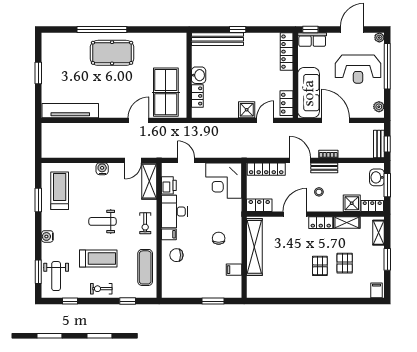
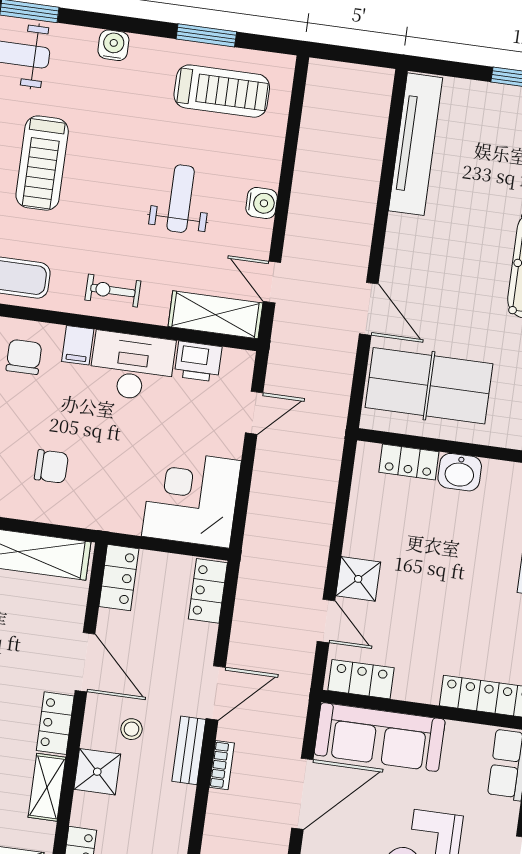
locker: (266, 169) -> (208, 591), width x0.66
shower: (352, 203) -> (97, 772), moved
weight bench: (103, 221) -> (181, 199), moved

